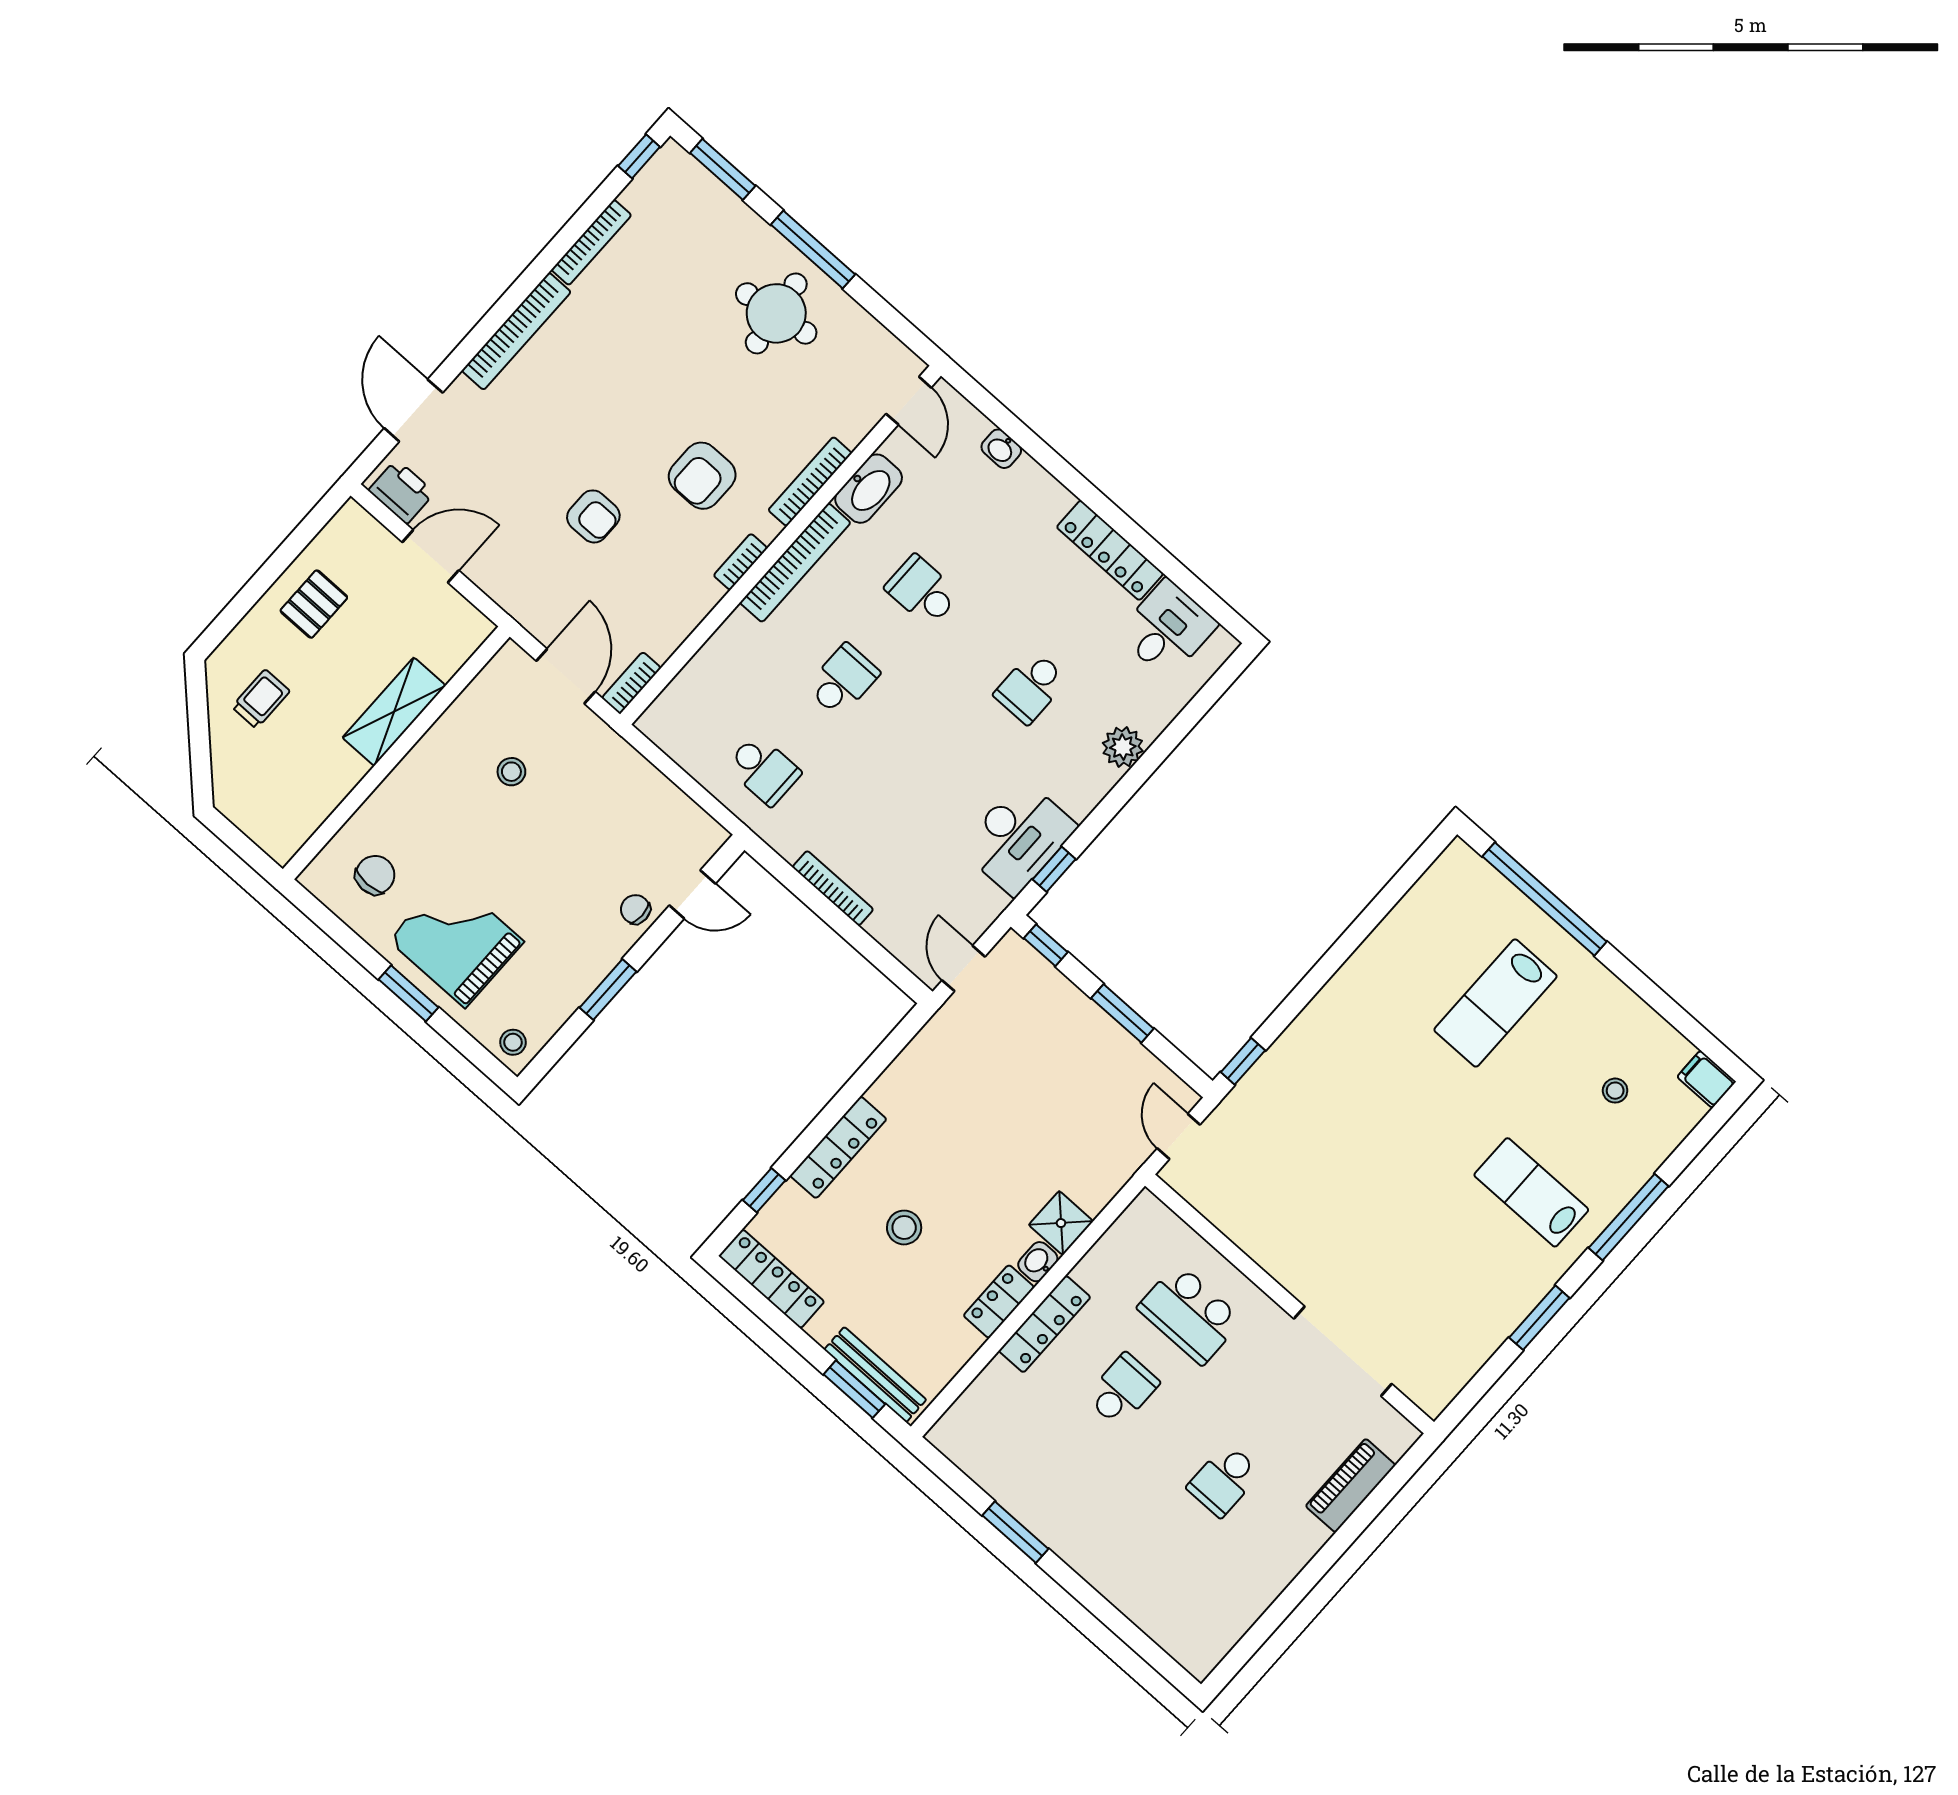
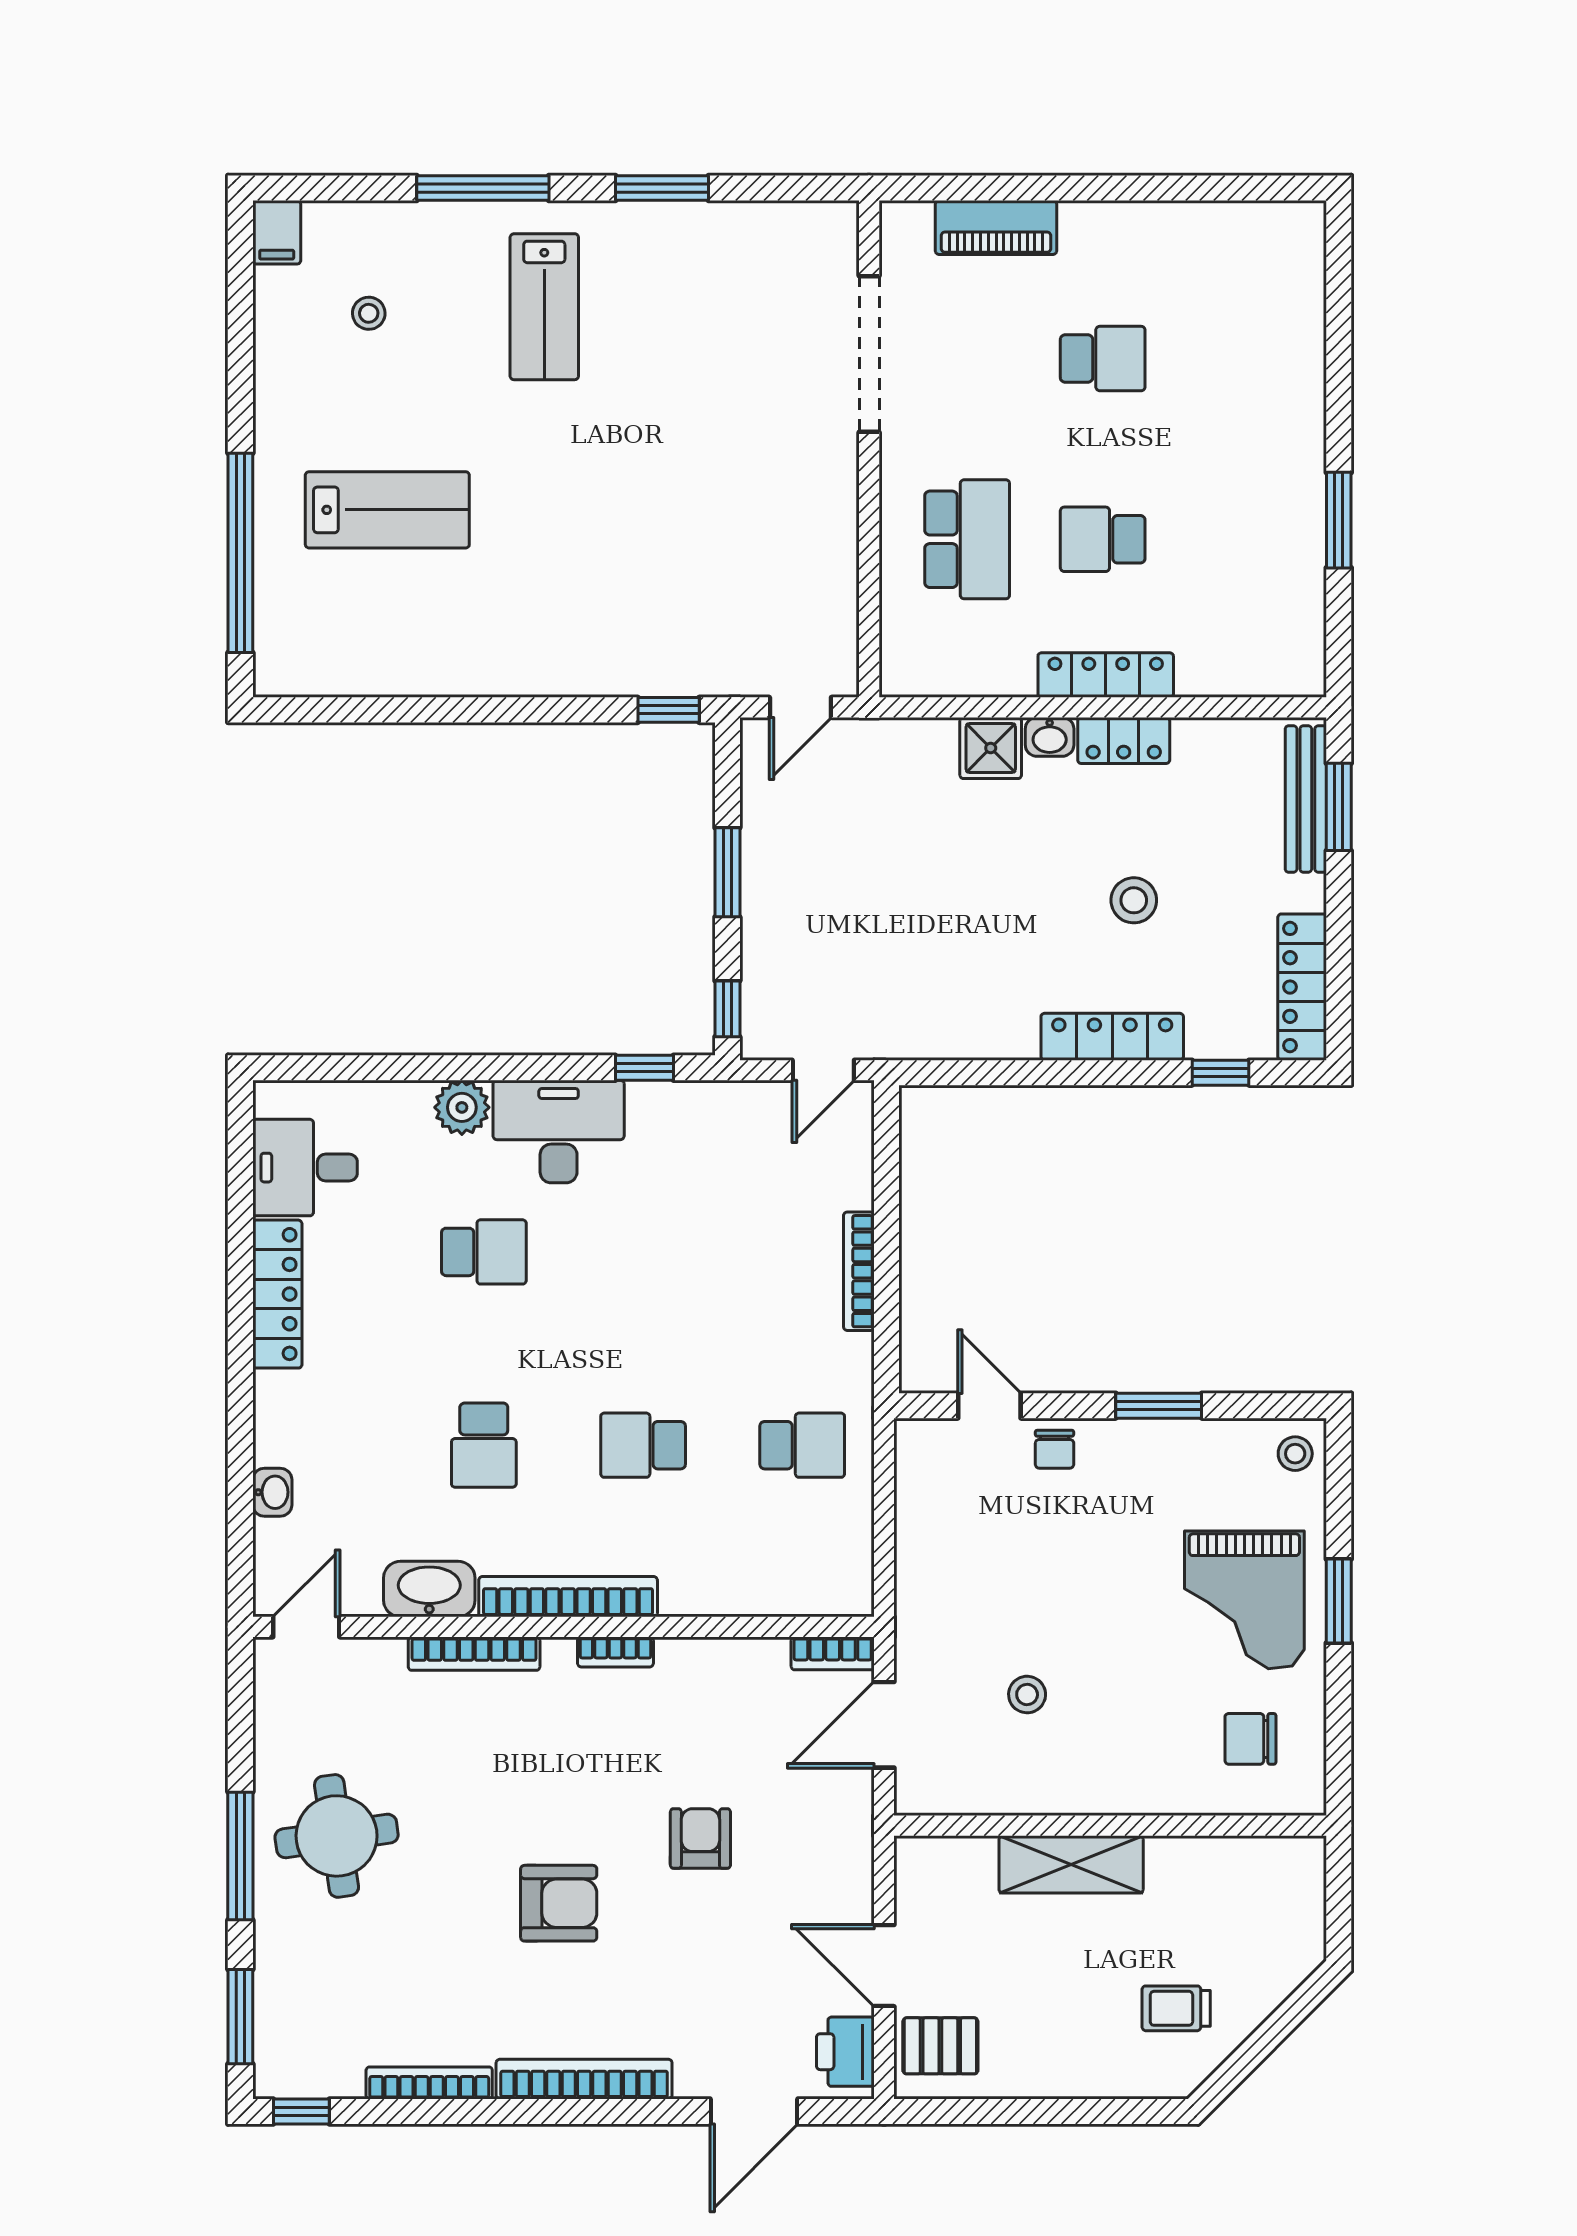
armchair: (702, 476) -> (559, 1903), moved
pallet: (314, 604) -> (940, 2046), moved
school desk: (763, 770) -> (802, 1445), turned 90
desk: (1018, 837) -> (559, 1132), moved

